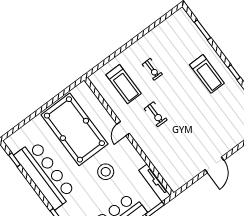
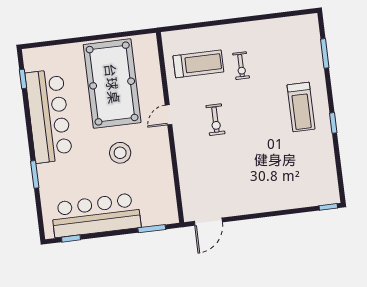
treadmill: (124, 84) -> (198, 64), turned -90
door: (214, 165) -> (208, 222), moved
tv unit: (155, 183) -> (169, 198), removed

